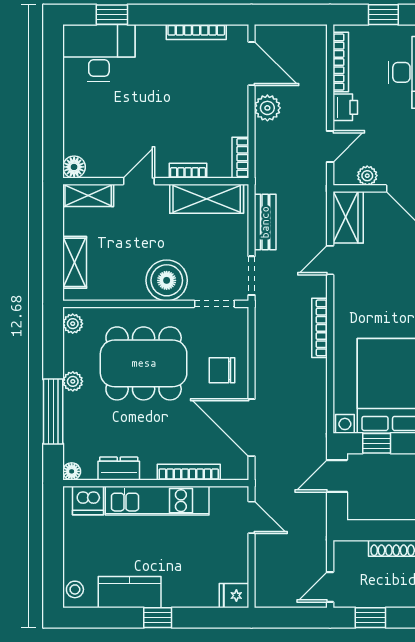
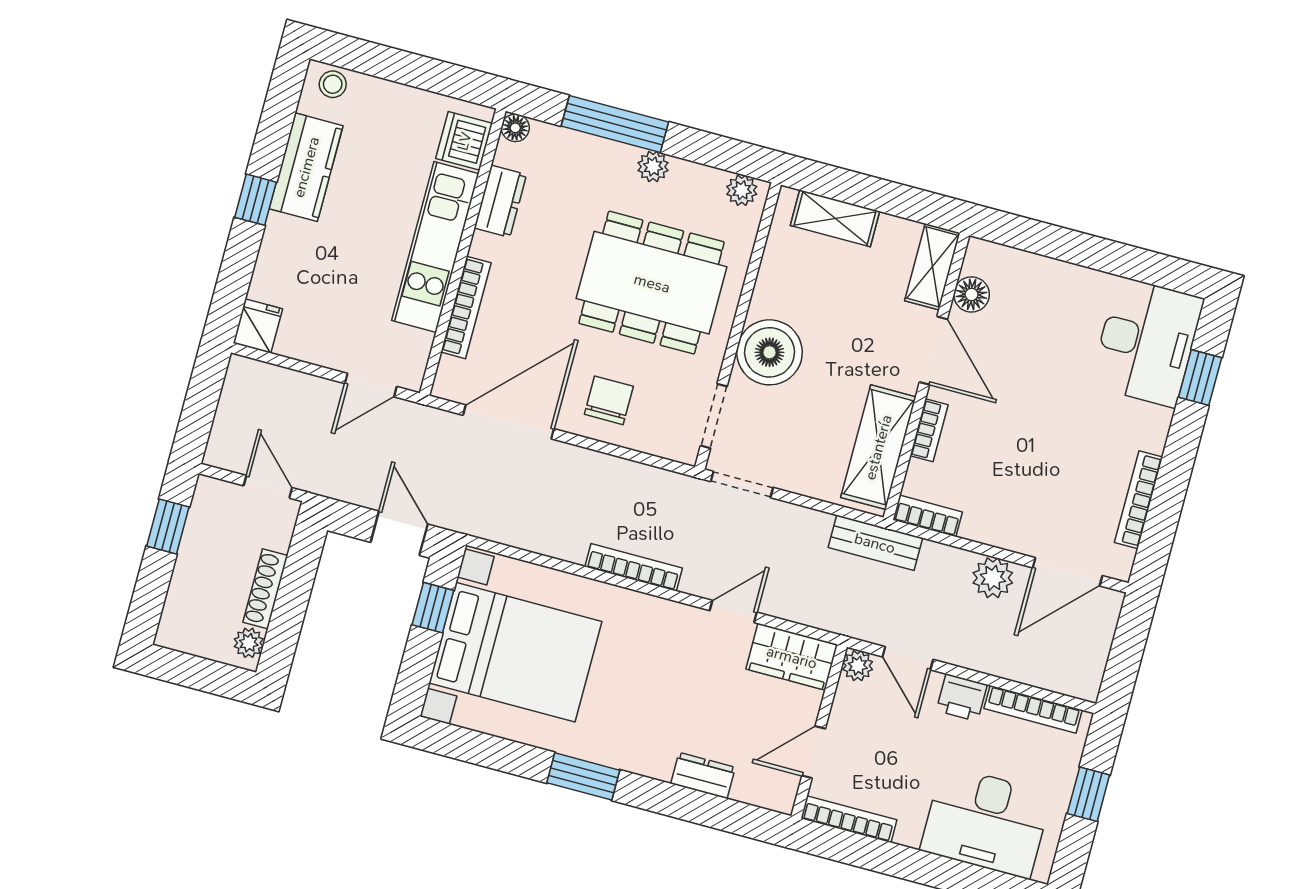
floor lamp: (74, 167) -> (972, 294), moved
plant: (367, 176) -> (858, 666), moved
door: (139, 181) -> (933, 351), width x1.38
bench: (265, 222) -> (875, 543), moved
door: (330, 260) -> (733, 611), hinge flipped
dining table: (144, 363) -> (652, 283), turned 90
door: (330, 587) -> (268, 487), moved

